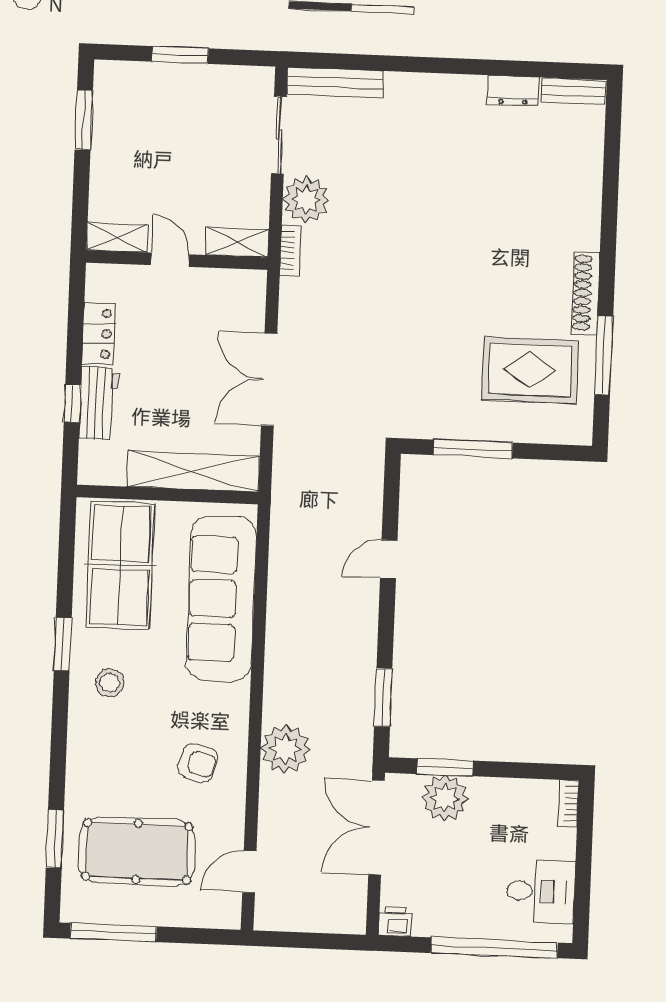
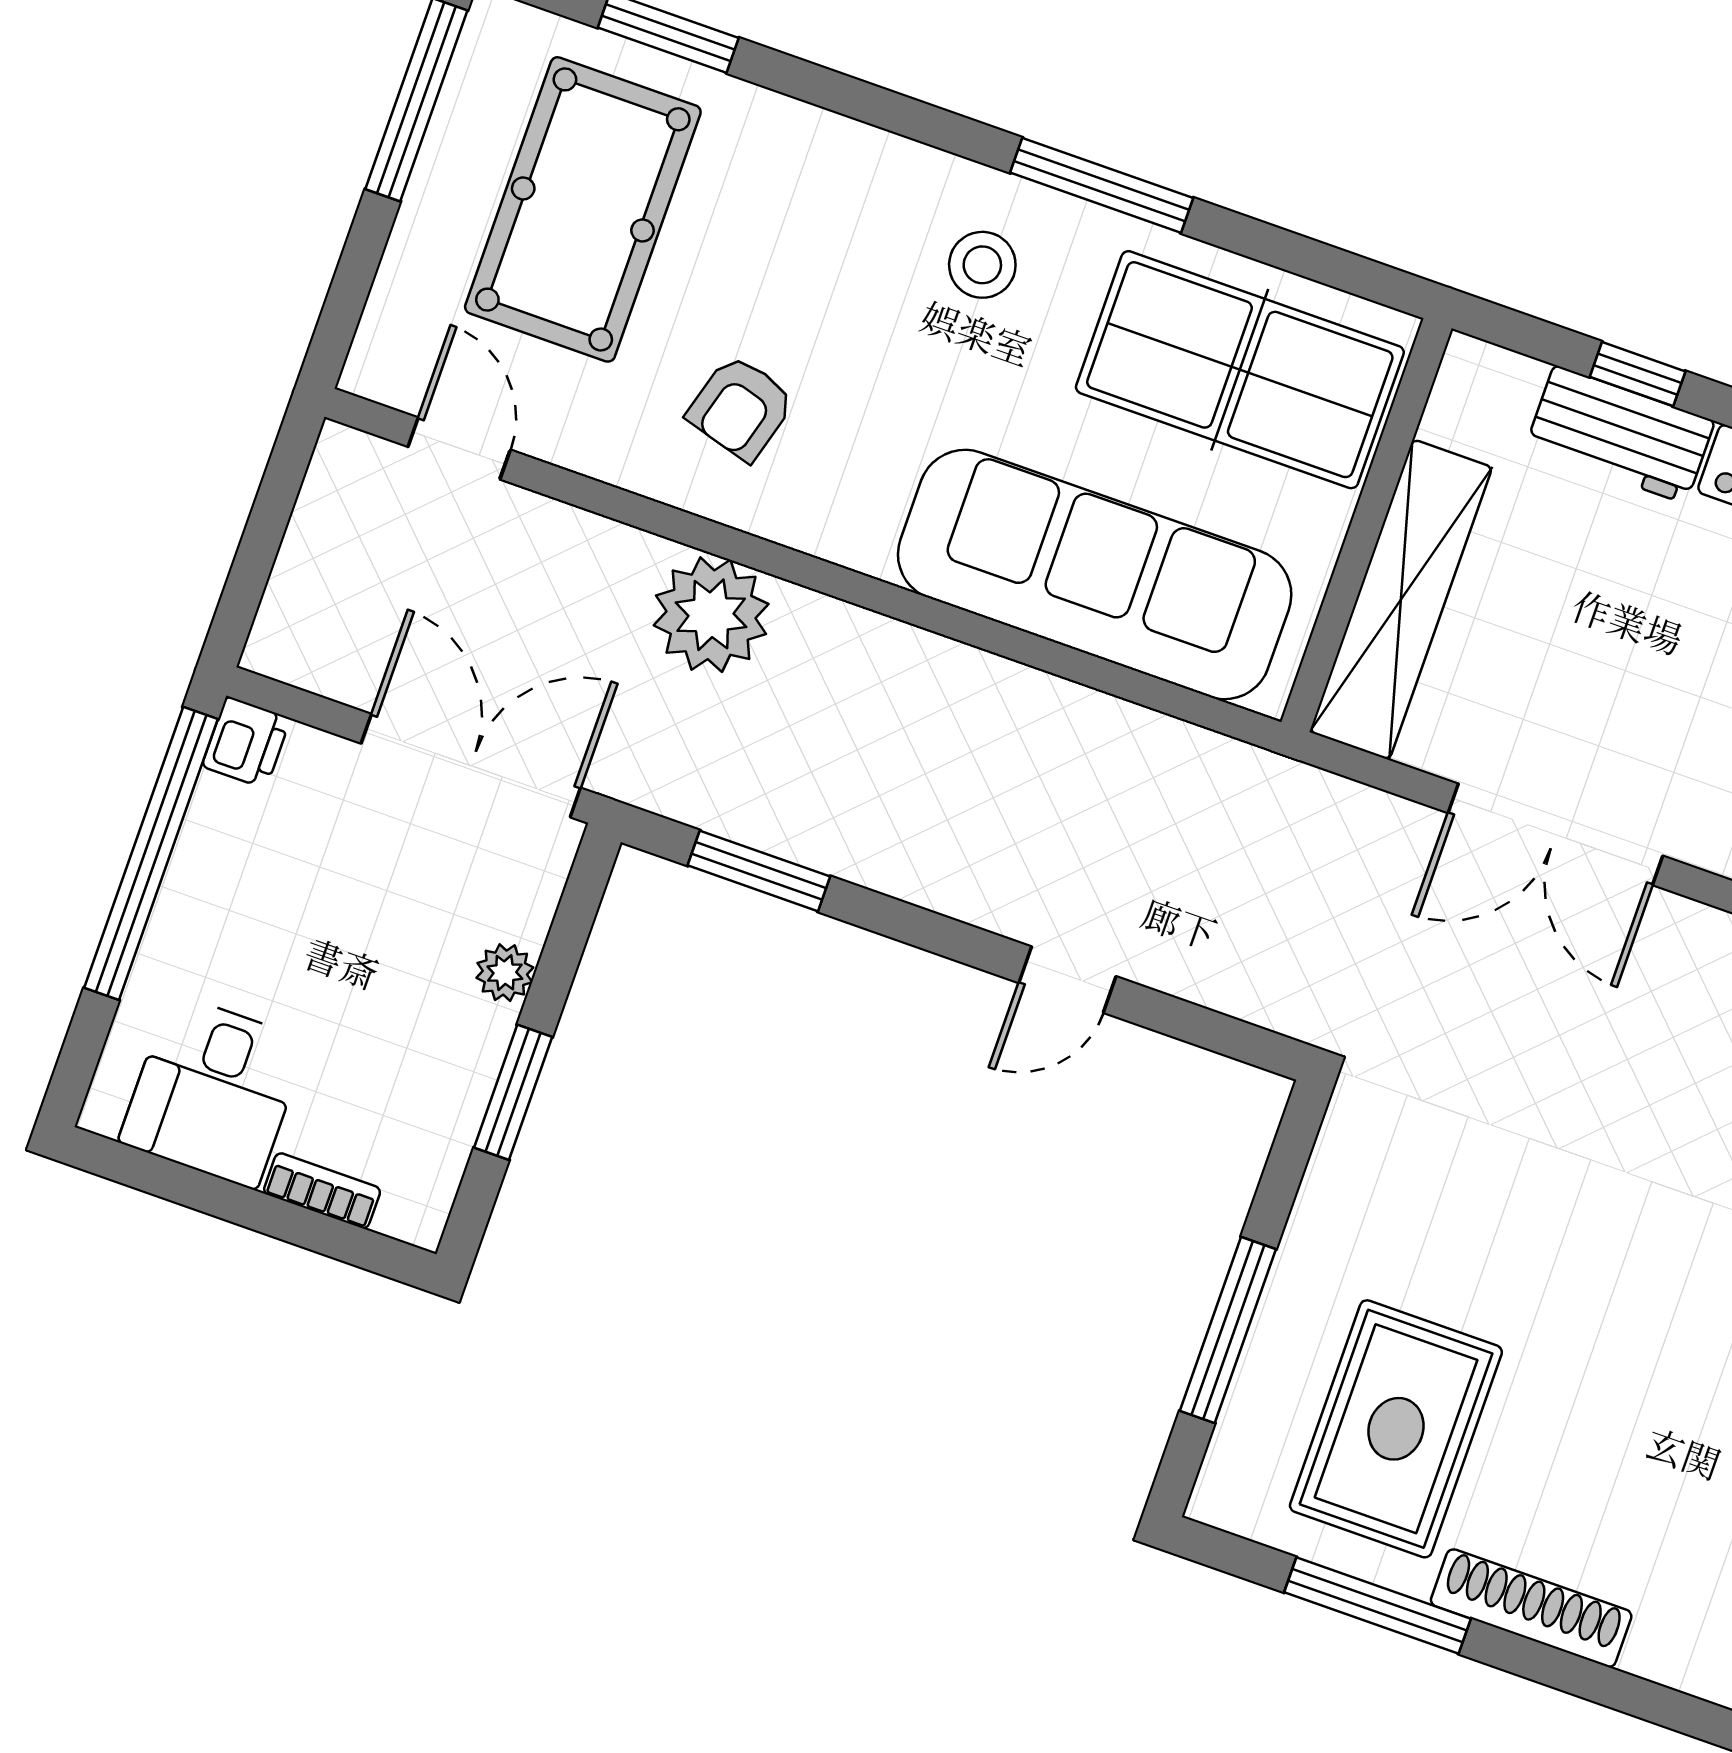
double door: (269, 380) -> (1555, 834), swing flipped
window: (473, 449) -> (1228, 1330), moved
door: (389, 559) -> (1067, 980), swing flipped
window: (63, 644) -> (1102, 185), width x1.44
window: (445, 767) -> (513, 1092), moved
plant: (445, 798) -> (505, 973), width x0.53, depth x0.53
bookcase: (568, 804) -> (322, 1191), moved
window: (494, 948) -> (151, 853), moved

